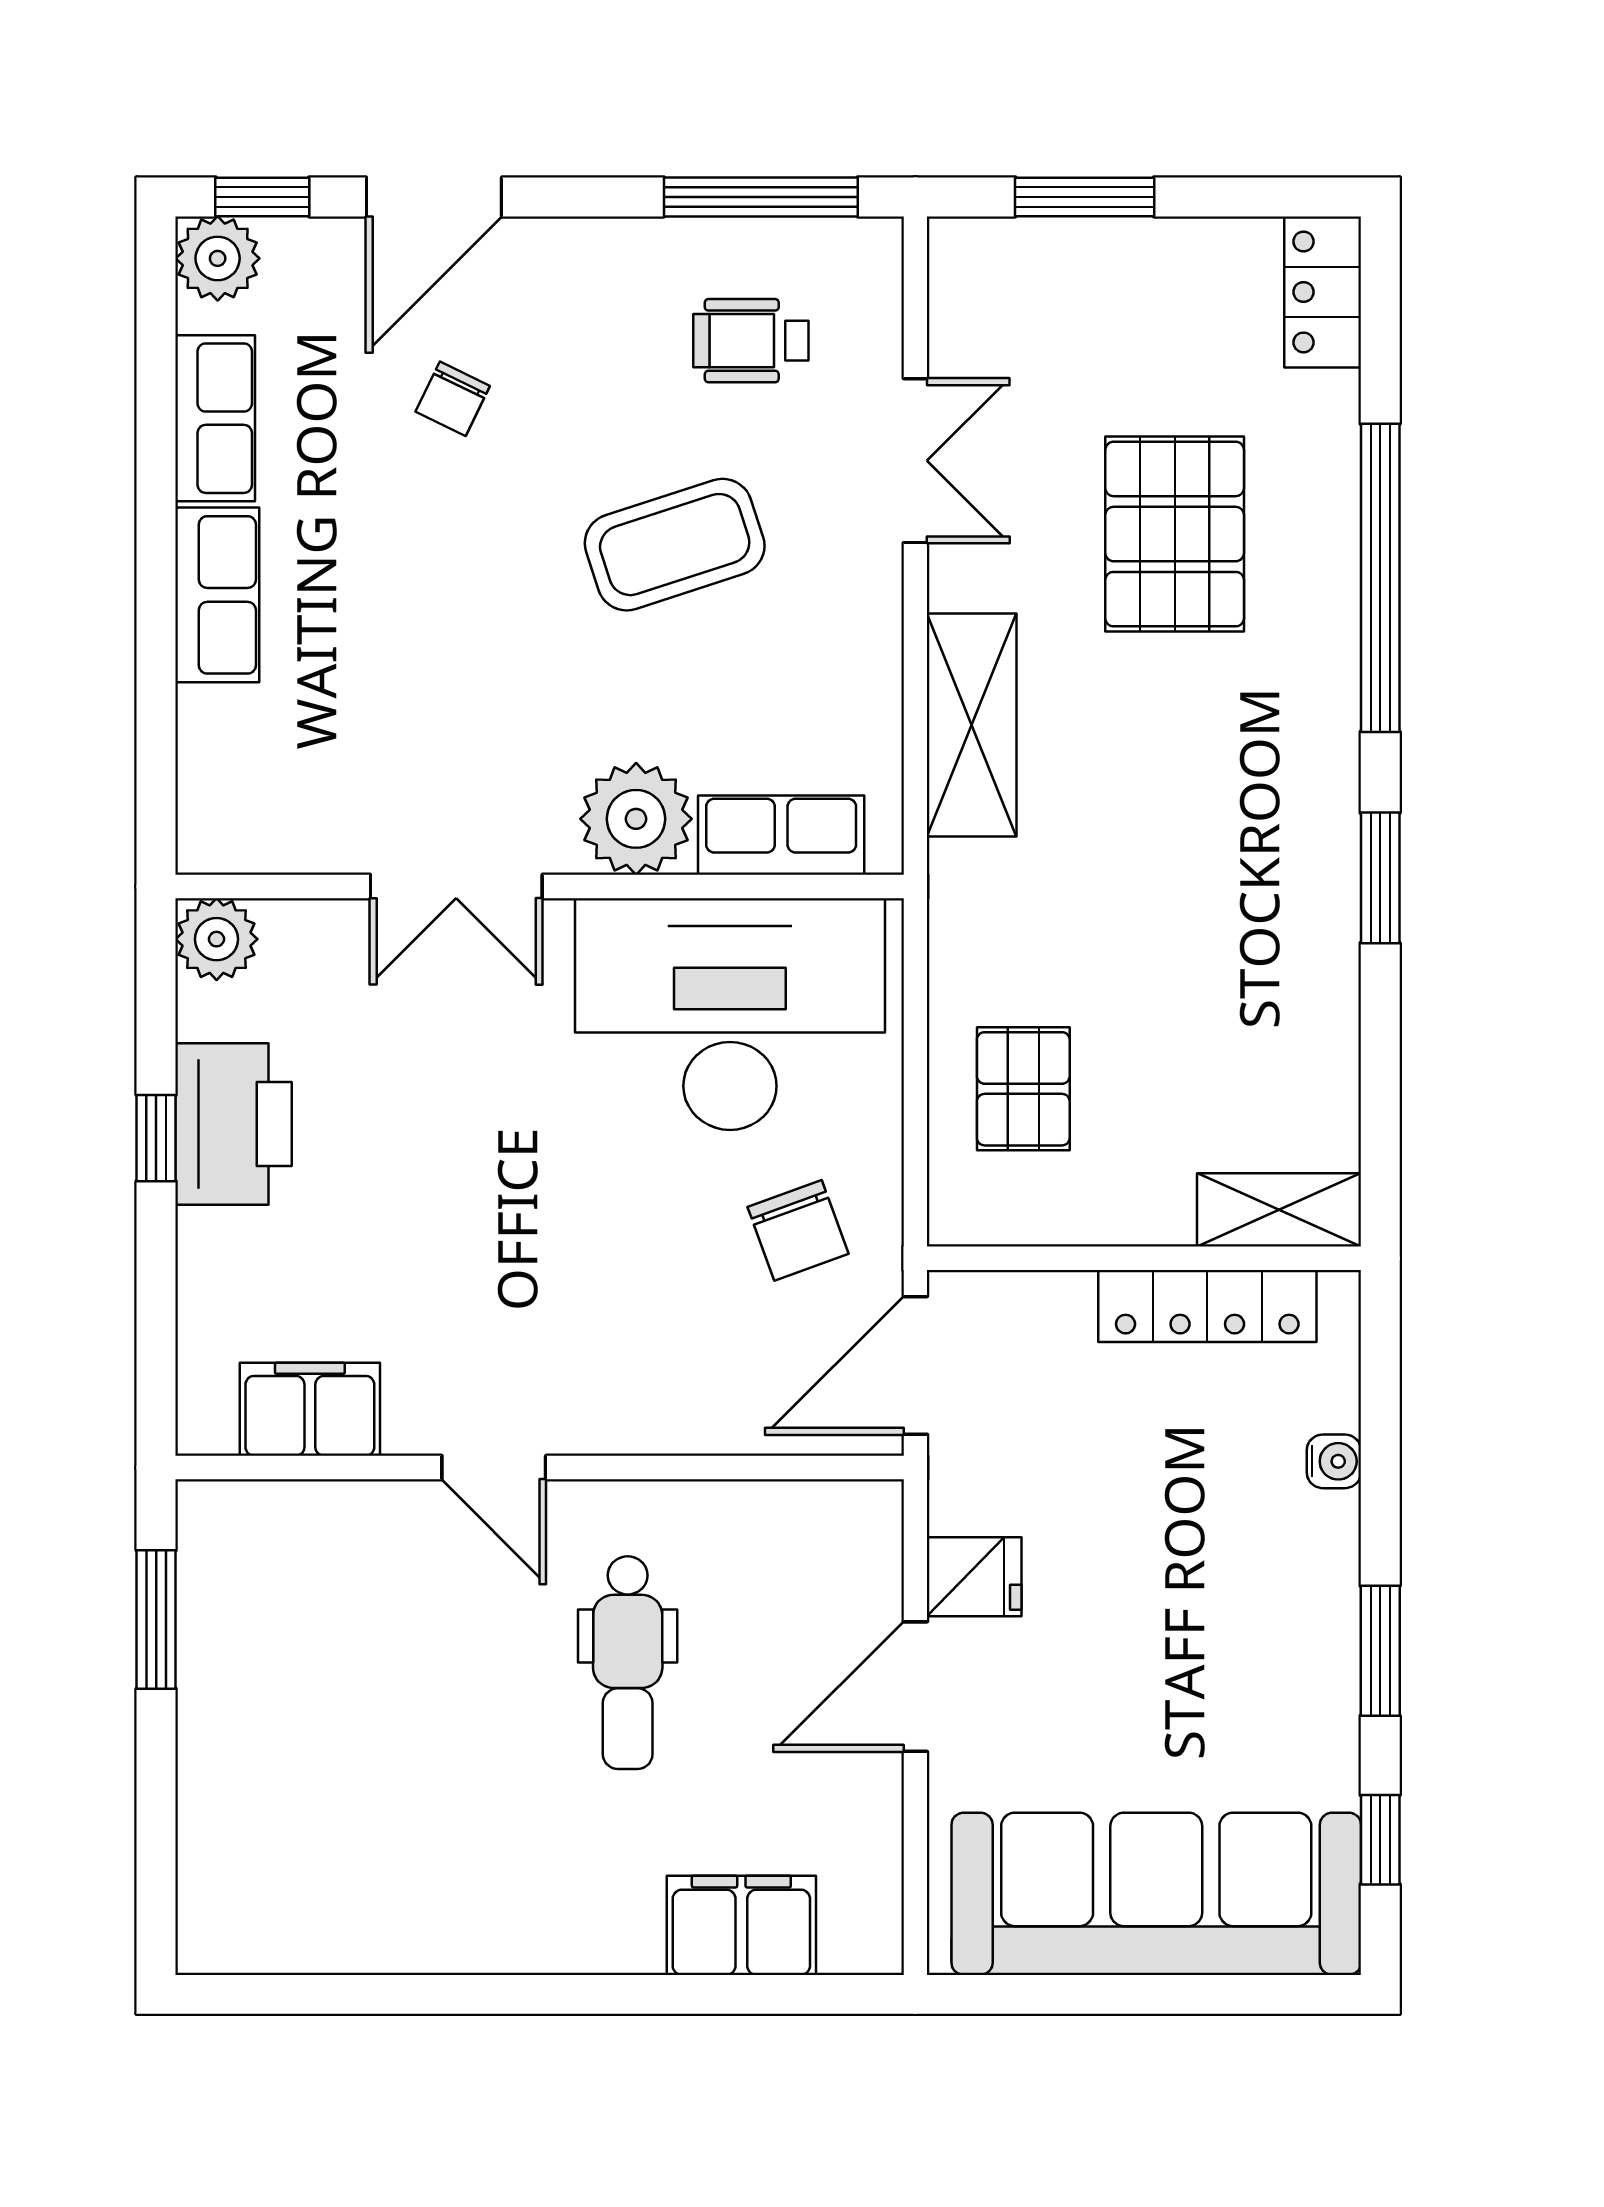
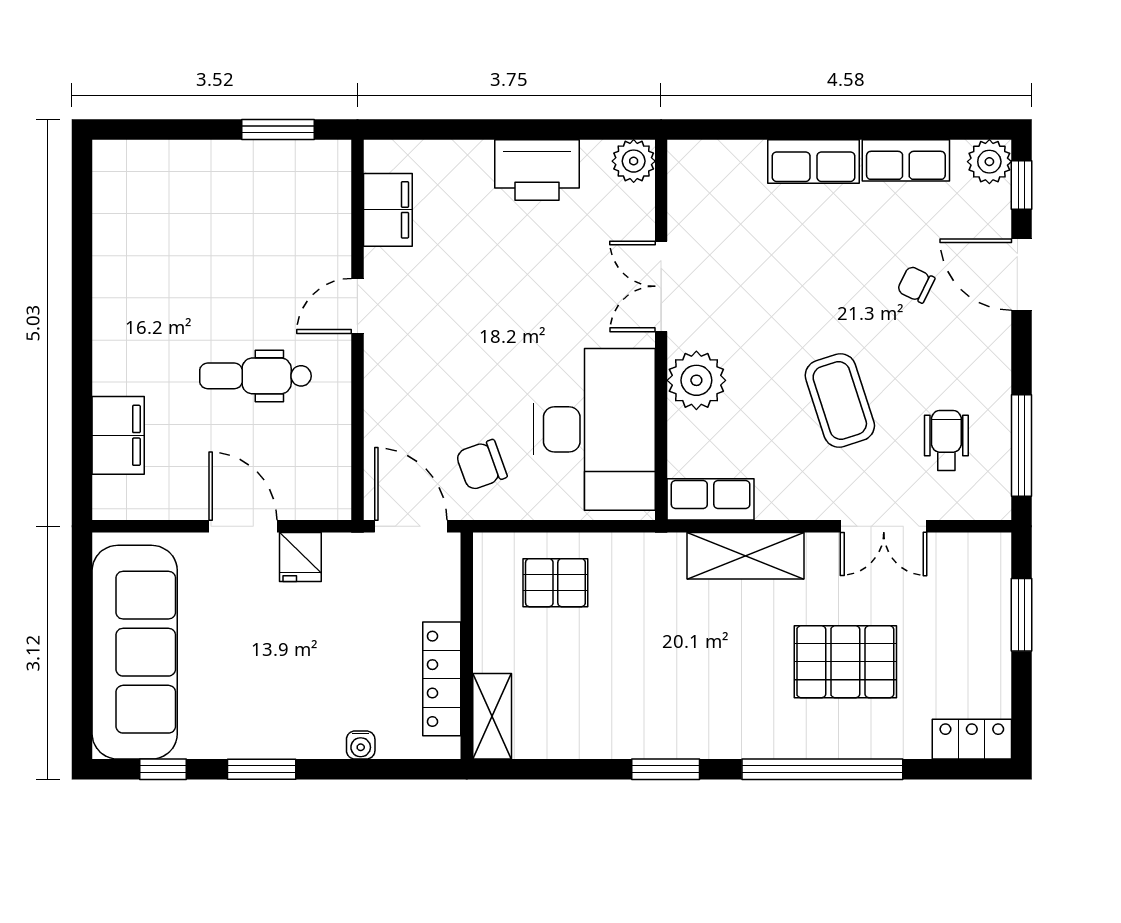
row of seats: (781, 835) -> (711, 499), moved, turned -90
window: (156, 1138) -> (530, 129), removed

